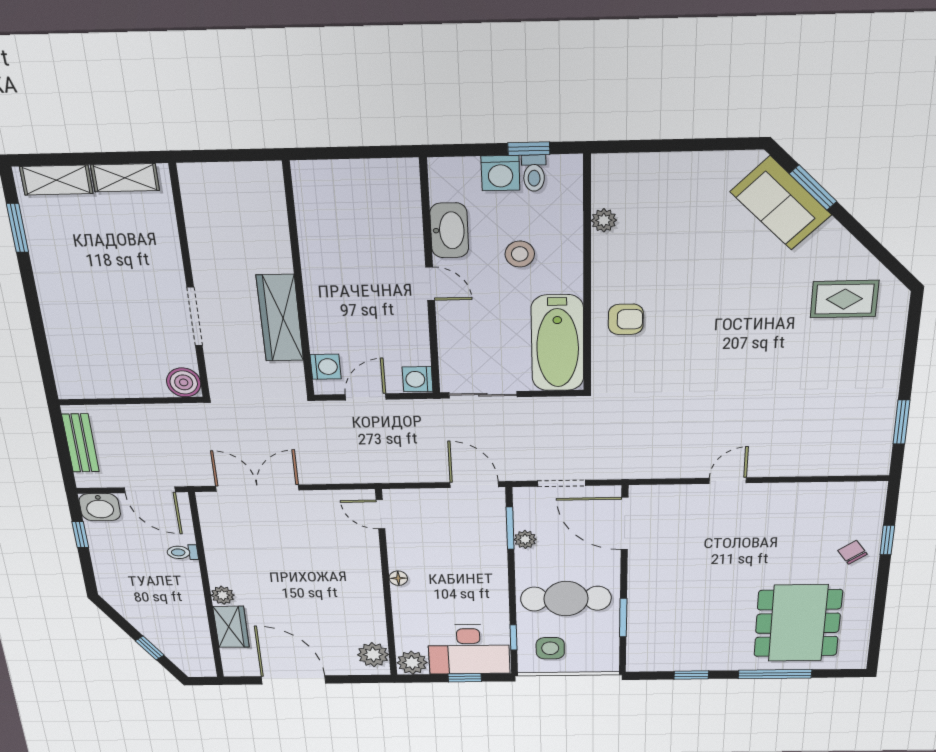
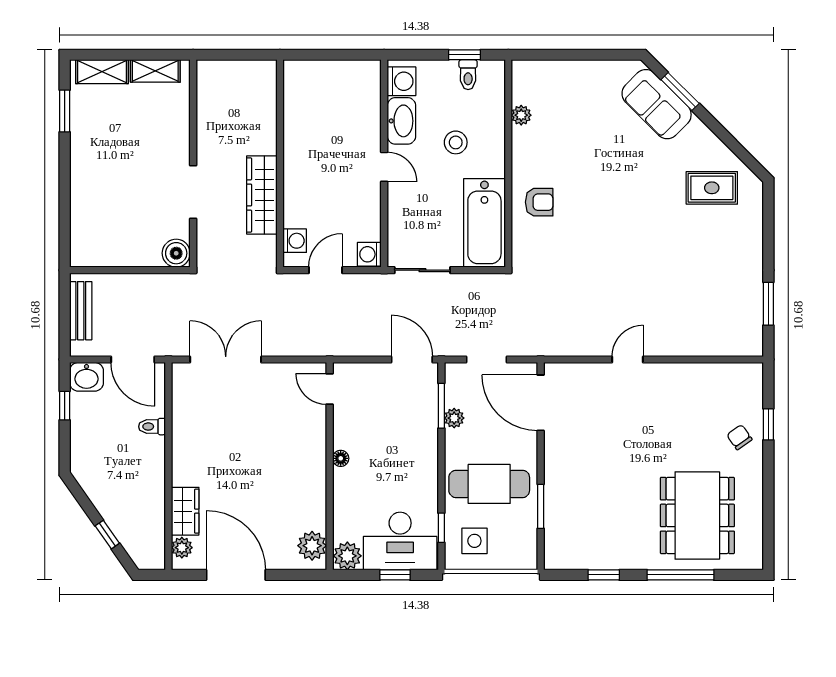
washing machine: (500, 173) -> (401, 81), moved, turned -90
plant: (223, 595) -> (182, 548), moved

